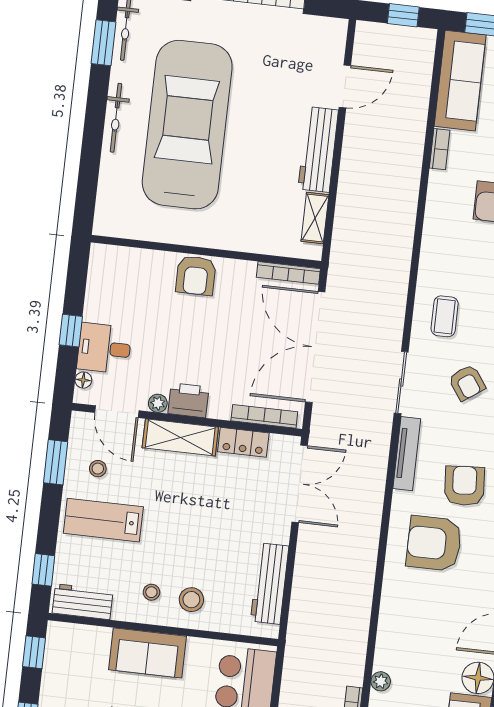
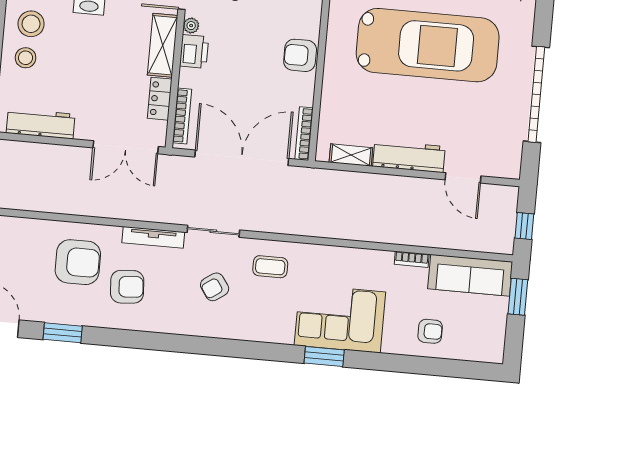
armchair: (434, 543) -> (78, 262), turned 90
stool: (151, 592) -> (31, 24), width x1.89, depth x1.89

